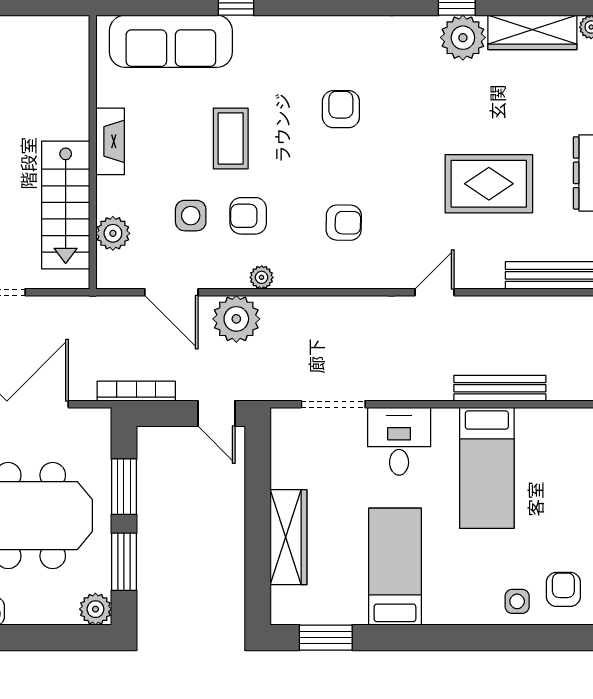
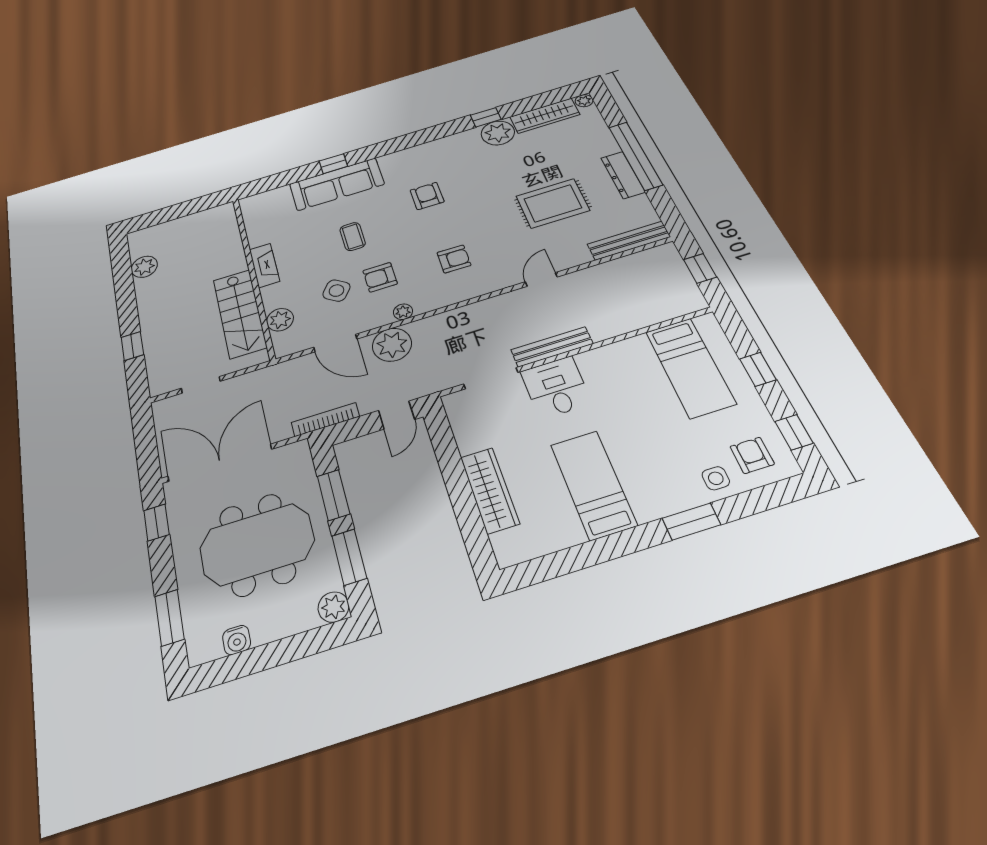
sofa: (171, 41) -> (337, 184), moved
coffee table: (231, 138) -> (353, 237), width x0.73, depth x0.77
side table: (191, 216) -> (336, 291), turned 36
bench: (500, 388) -> (552, 347), moved
door: (216, 414) -> (396, 415), hinge flipped
bed: (487, 468) -> (690, 367), moved
window: (326, 638) -> (691, 521), moved

